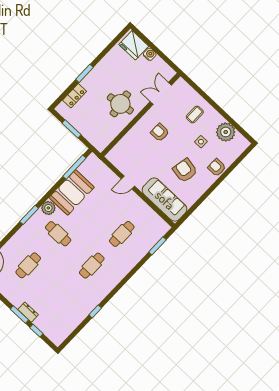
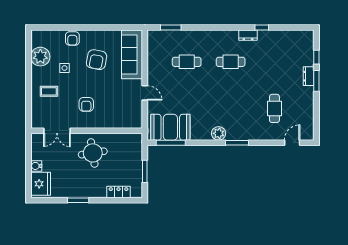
window: (85, 73) -> (78, 200), moved
booth: (72, 192) -> (170, 127), moved
cafe table: (58, 234) -> (231, 108), removed
cafe table: (28, 265) -> (274, 108), turned 90
dresser: (99, 296) -> (248, 35), added

